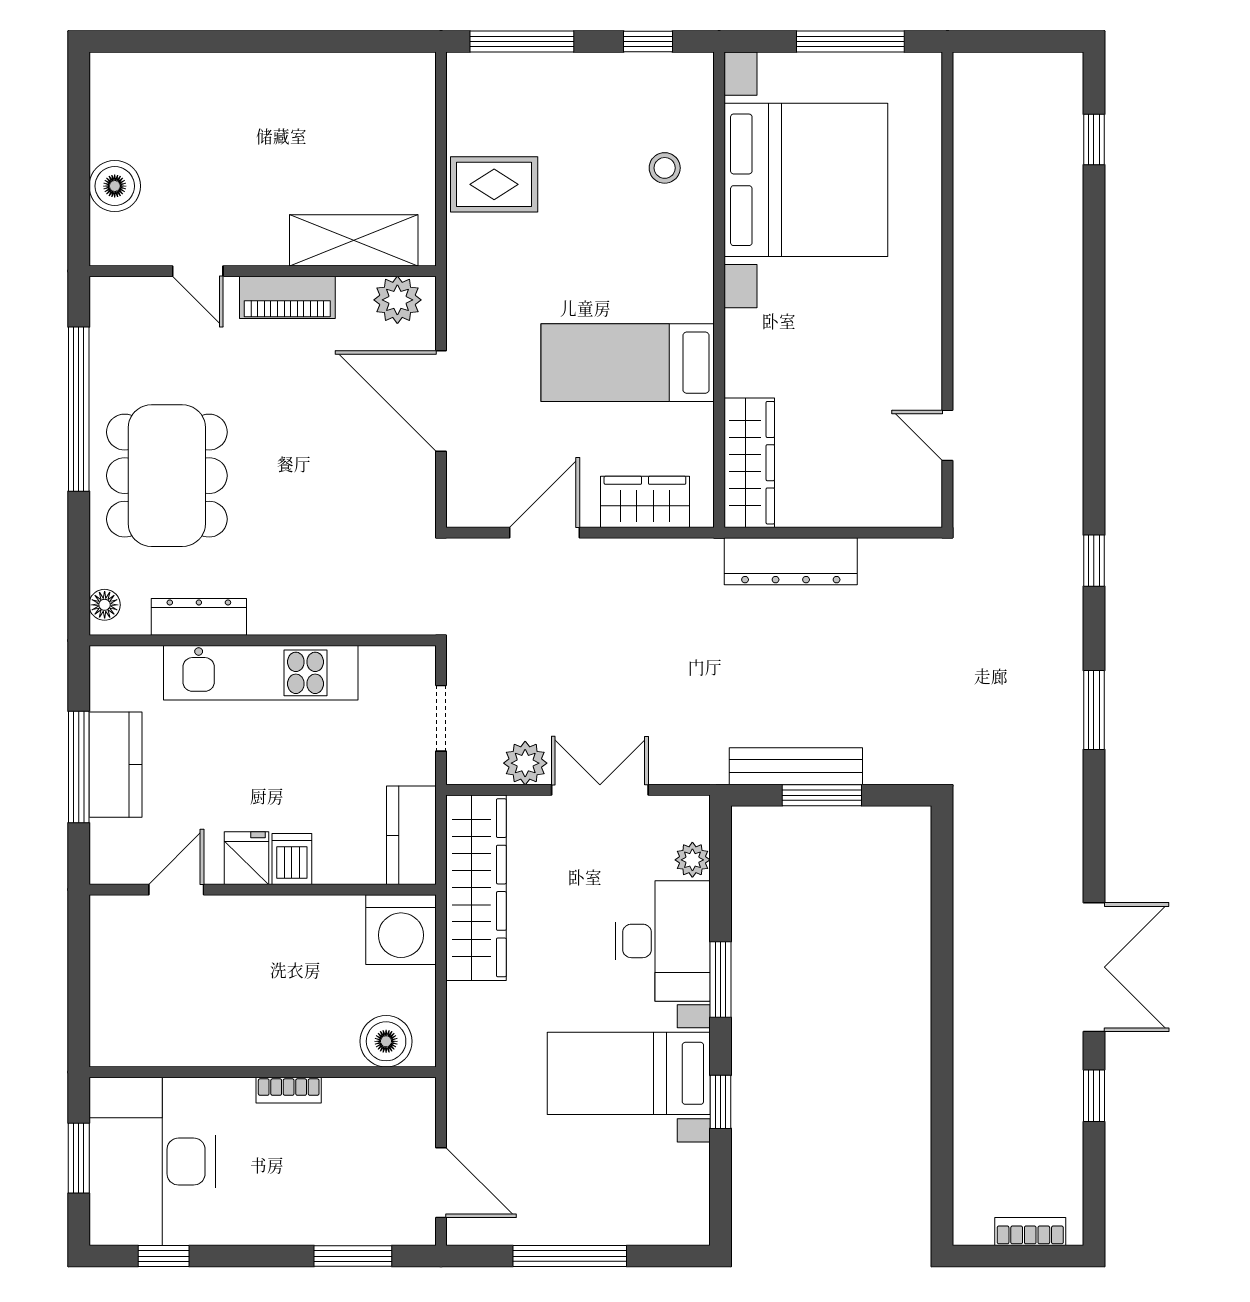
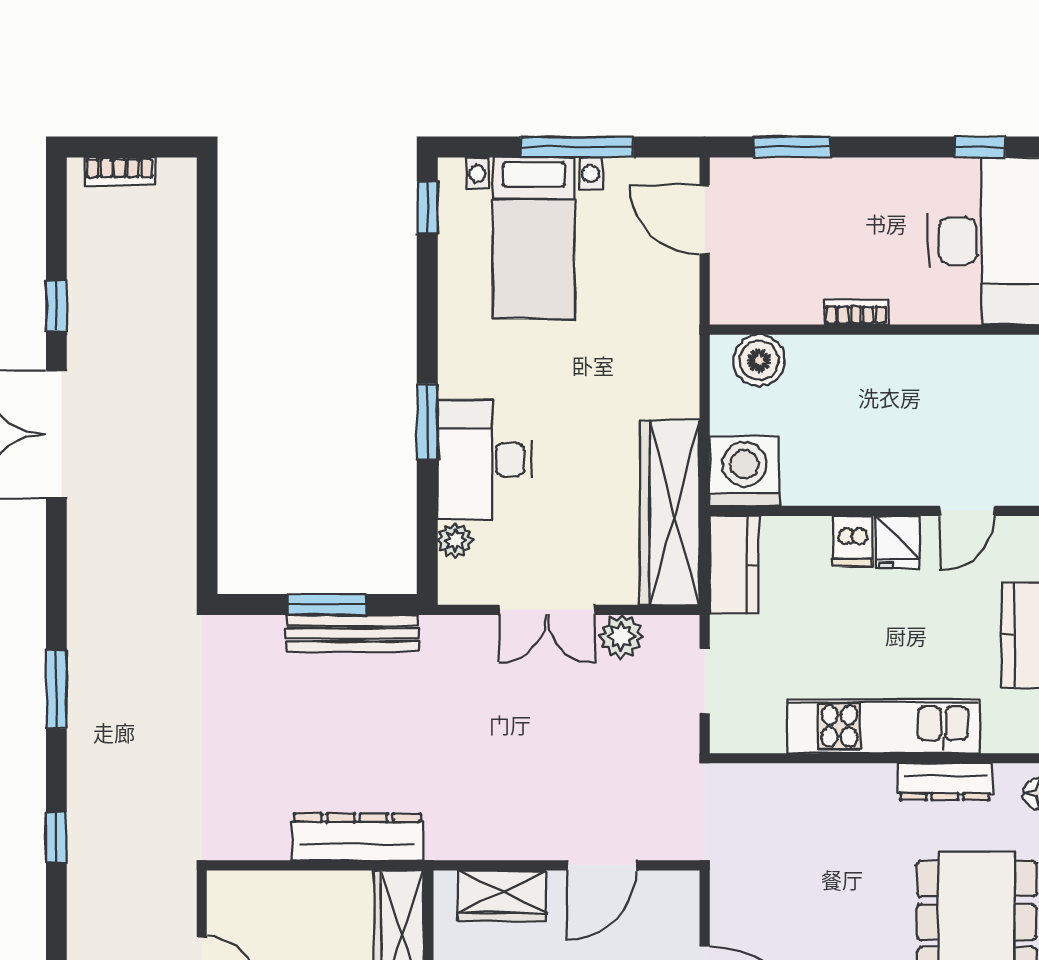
bed with nightstands: (629, 1073) -> (534, 238), moved, turned 90
window: (720, 1102) -> (427, 208), moved

